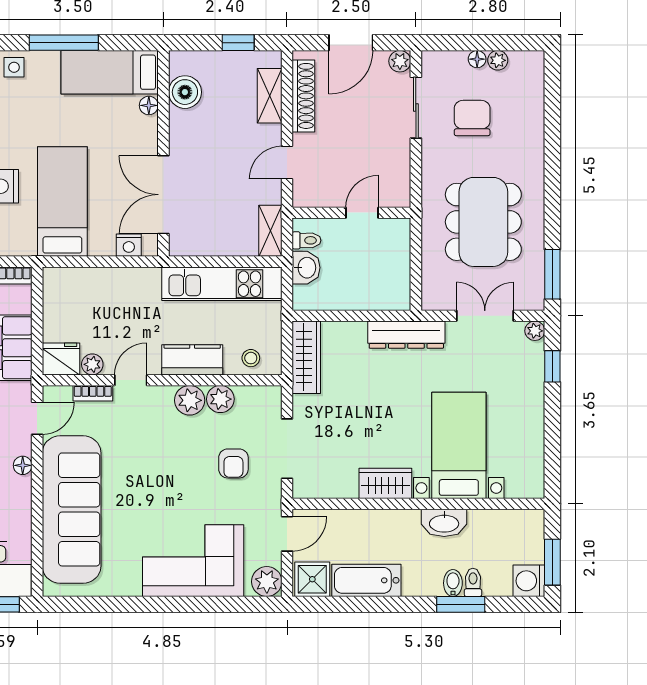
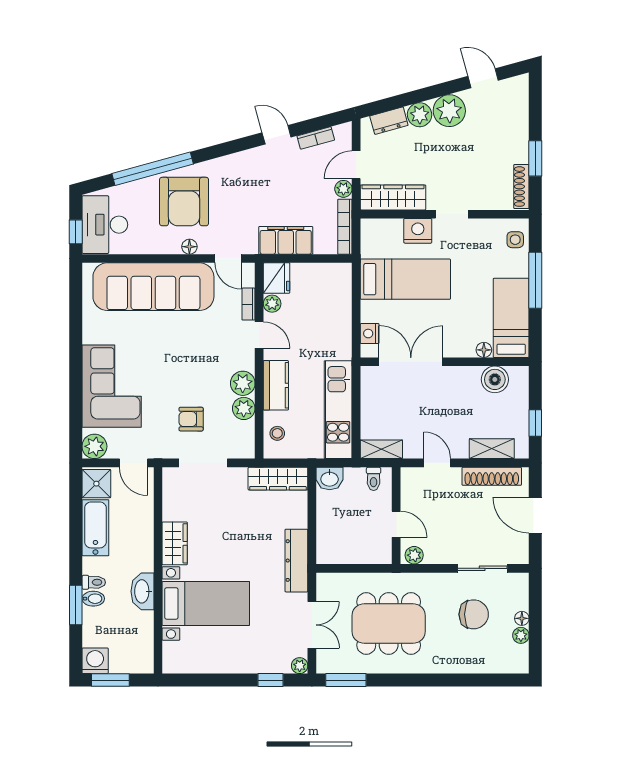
plant: (400, 61) -> (414, 555), moved
washbasin: (306, 268) -> (330, 479), moved
toilet: (473, 582) -> (94, 582), moved

